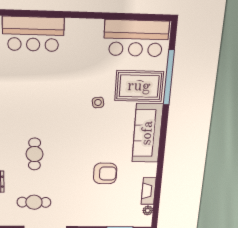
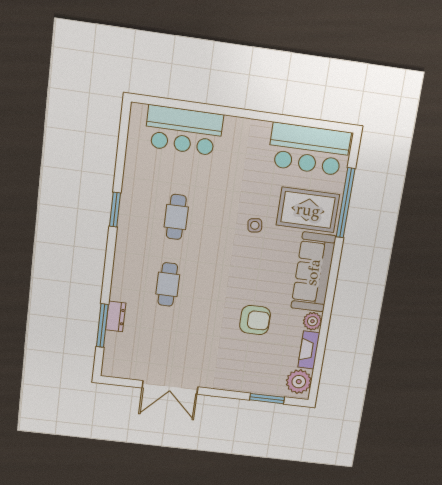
plant: (150, 170) -> (312, 321), added
cafe table: (34, 202) -> (176, 217), moved, turned 90
plant: (148, 210) -> (299, 382), width x1.87, depth x1.87

